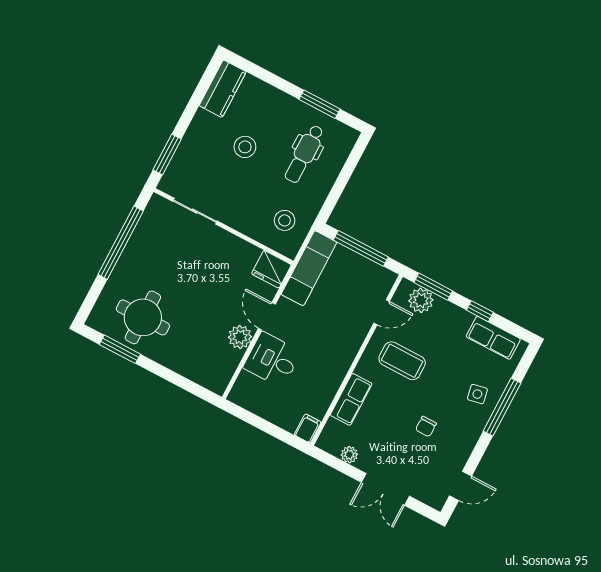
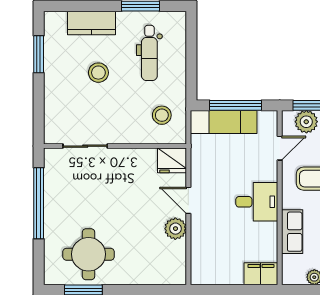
kitchen counter: (223, 89) -> (91, 23), moved, turned 90
window: (167, 154) -> (39, 54), moved
exam couch: (309, 268) -> (224, 122), moved, turned 90
desk: (272, 360) -> (257, 202), moved, turned 180
filing cabinet: (308, 428) -> (261, 274), width x2.00

